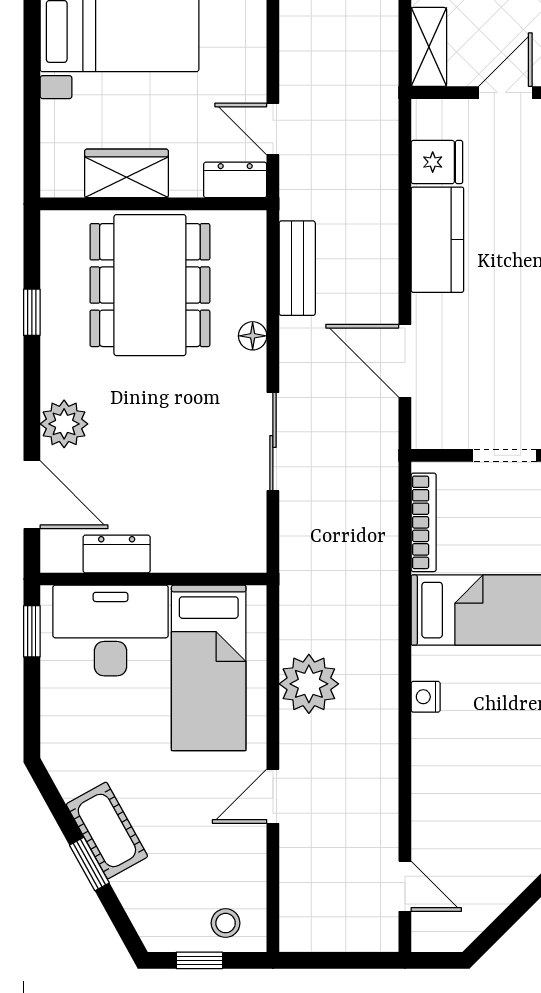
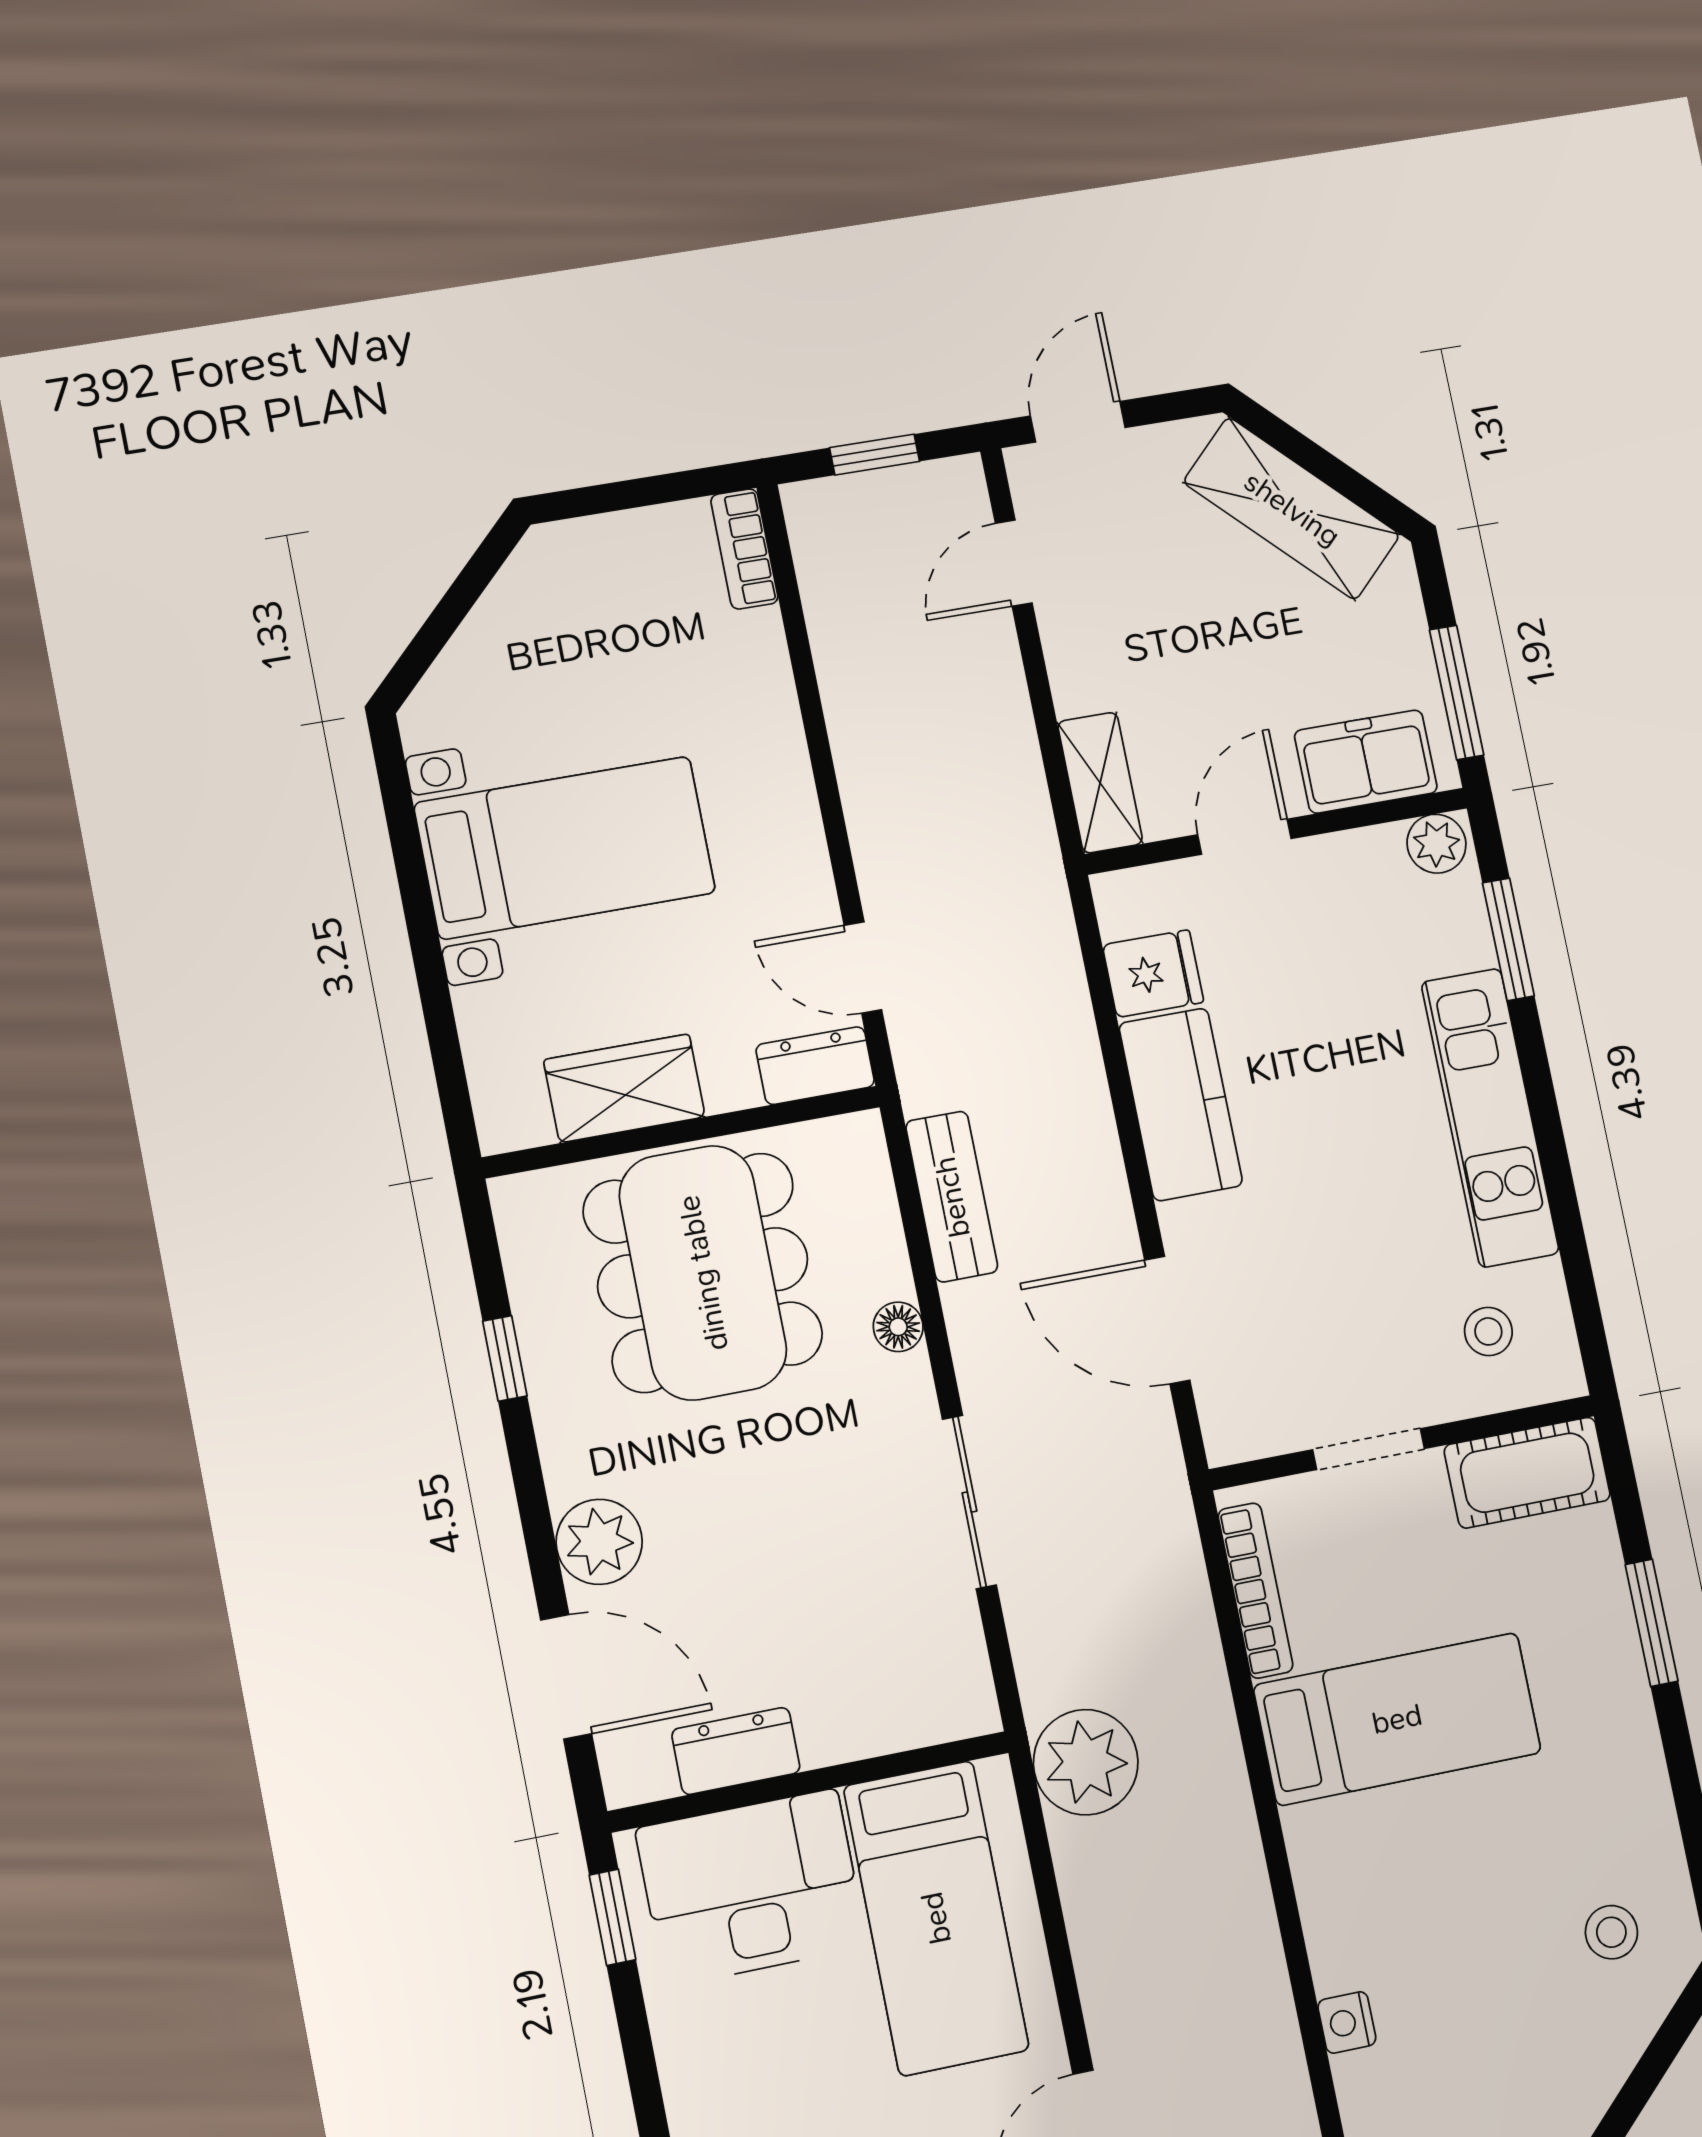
plant: (309, 684) -> (1086, 1762), moved
nightstand: (426, 697) -> (1347, 2022), moved

